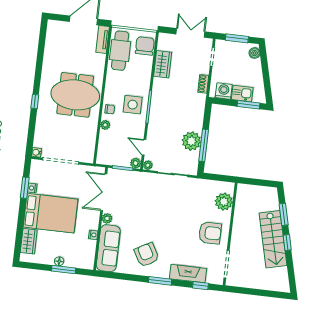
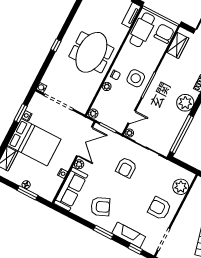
wardrobe: (163, 64) -> (178, 45), moved
meeting table: (75, 95) -> (91, 52), turned 90
plant: (191, 141) -> (185, 103), moved
window: (204, 145) -> (182, 134), width x1.46
door: (144, 147) -> (132, 117), swing flipped
plant: (136, 163) -> (93, 114), moved
double door: (104, 192) -> (85, 142), swing flipped
armchair: (158, 203) -> (126, 168), added
armchair: (210, 233) -> (160, 208), turned 180
armchair: (147, 255) -> (100, 207), turned 96

